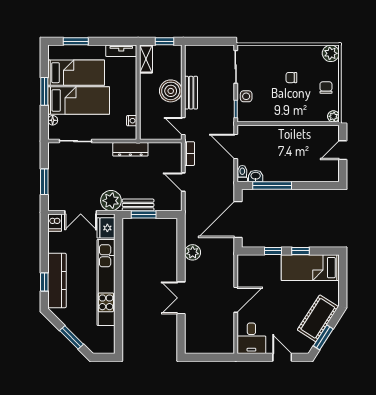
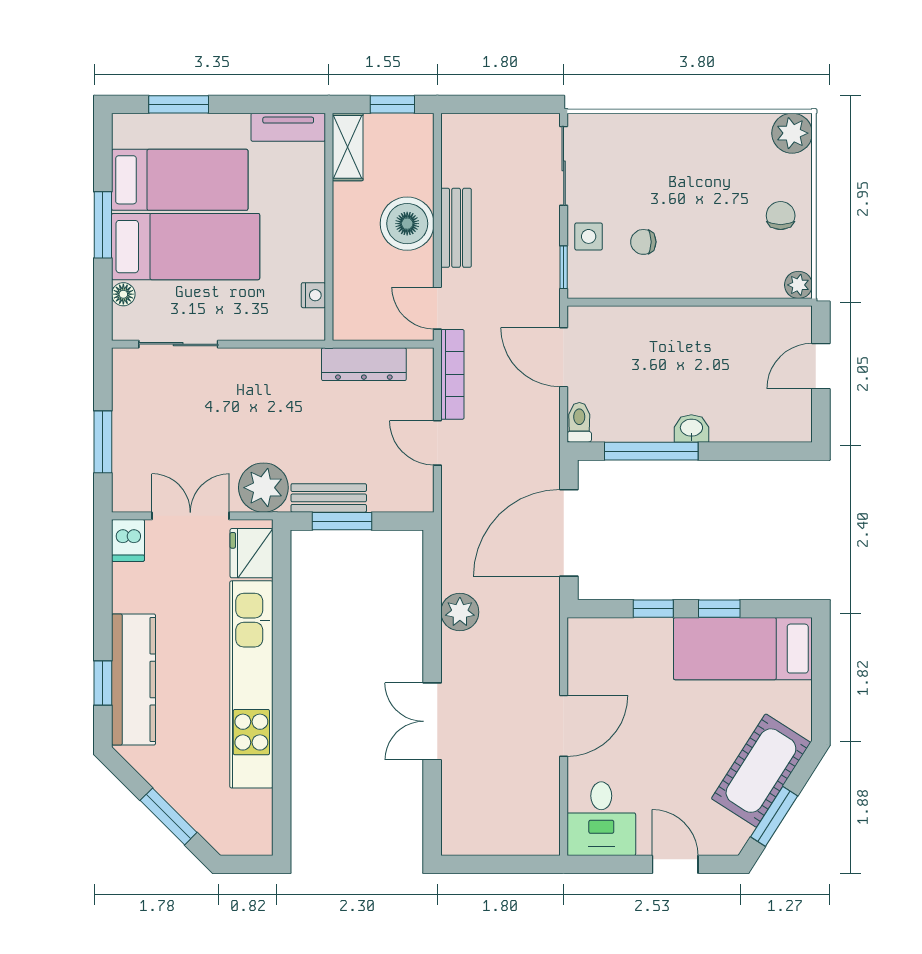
chair: (291, 78) -> (643, 242), moved
dresser: (130, 149) -> (364, 364), moved
bookcase: (190, 154) -> (452, 374), width x1.56
washbasin: (256, 176) -> (691, 428), moved
double door: (81, 212) -> (190, 516), swing flipped

